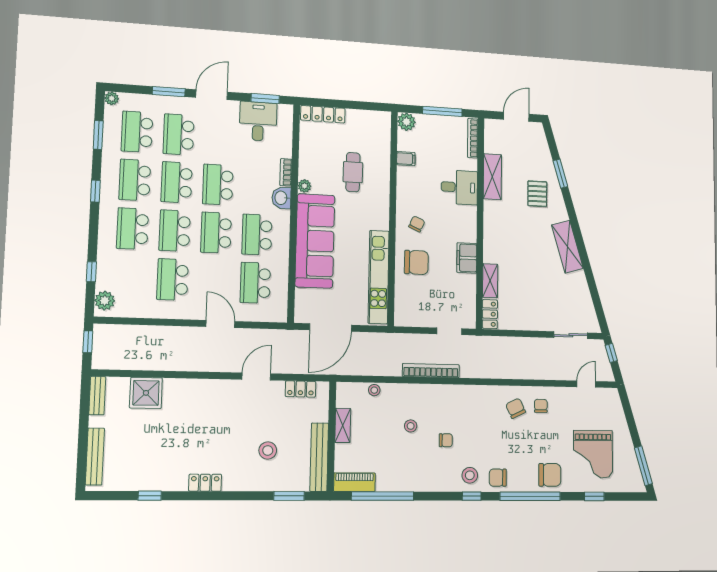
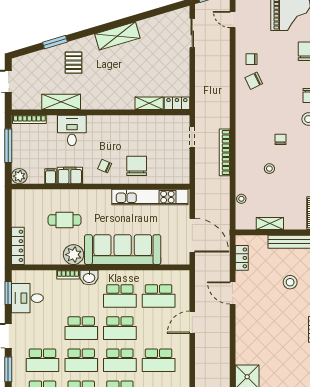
plant: (304, 186) -> (74, 255), width x1.88, depth x1.88
pallet: (537, 194) -> (74, 63), turned 90
filing cabinet: (467, 258) -> (70, 175), moved, turned 180

